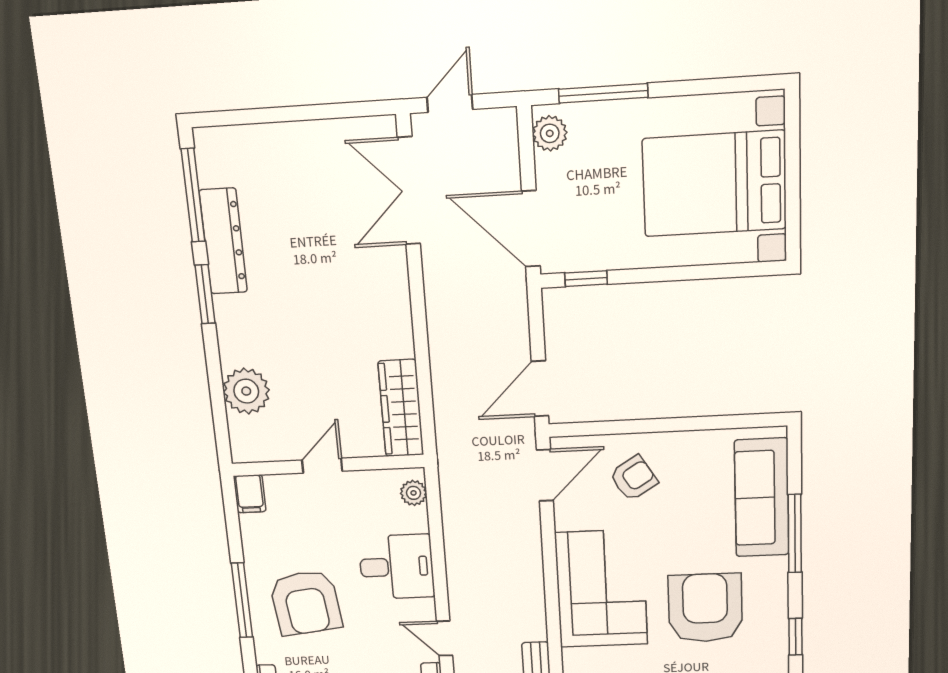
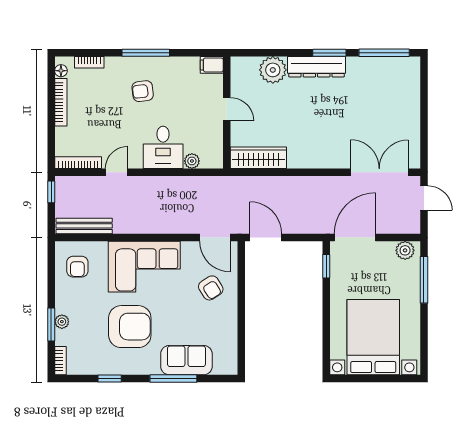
dresser: (223, 241) -> (317, 67), moved
plant: (414, 493) -> (192, 161), moved
sofa: (762, 498) -> (186, 360), width x0.73
armchair: (306, 603) -> (143, 91), width x0.53, depth x0.53

